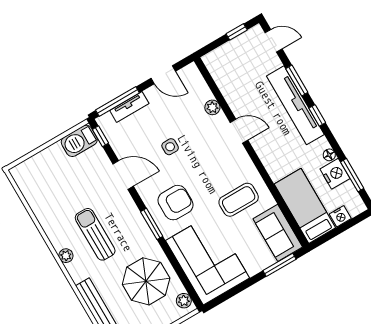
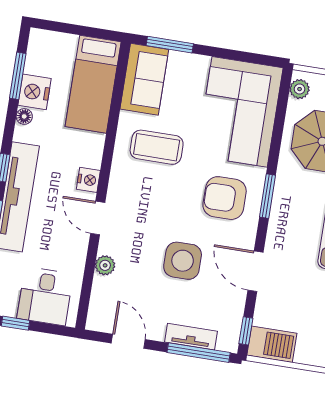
desk: (232, 61) -> (45, 296), added
side table: (170, 147) -> (183, 261), width x1.87, depth x1.87
nightstand: (340, 216) -> (88, 180), moved, turned 90

